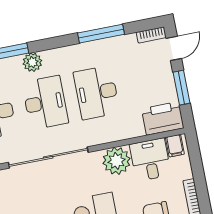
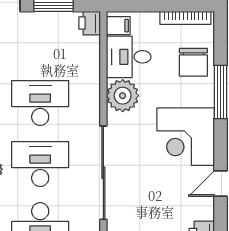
desk: (97, 93) -> (40, 103), turned 180
printer: (163, 118) -> (90, 23), width x0.53, depth x0.68

